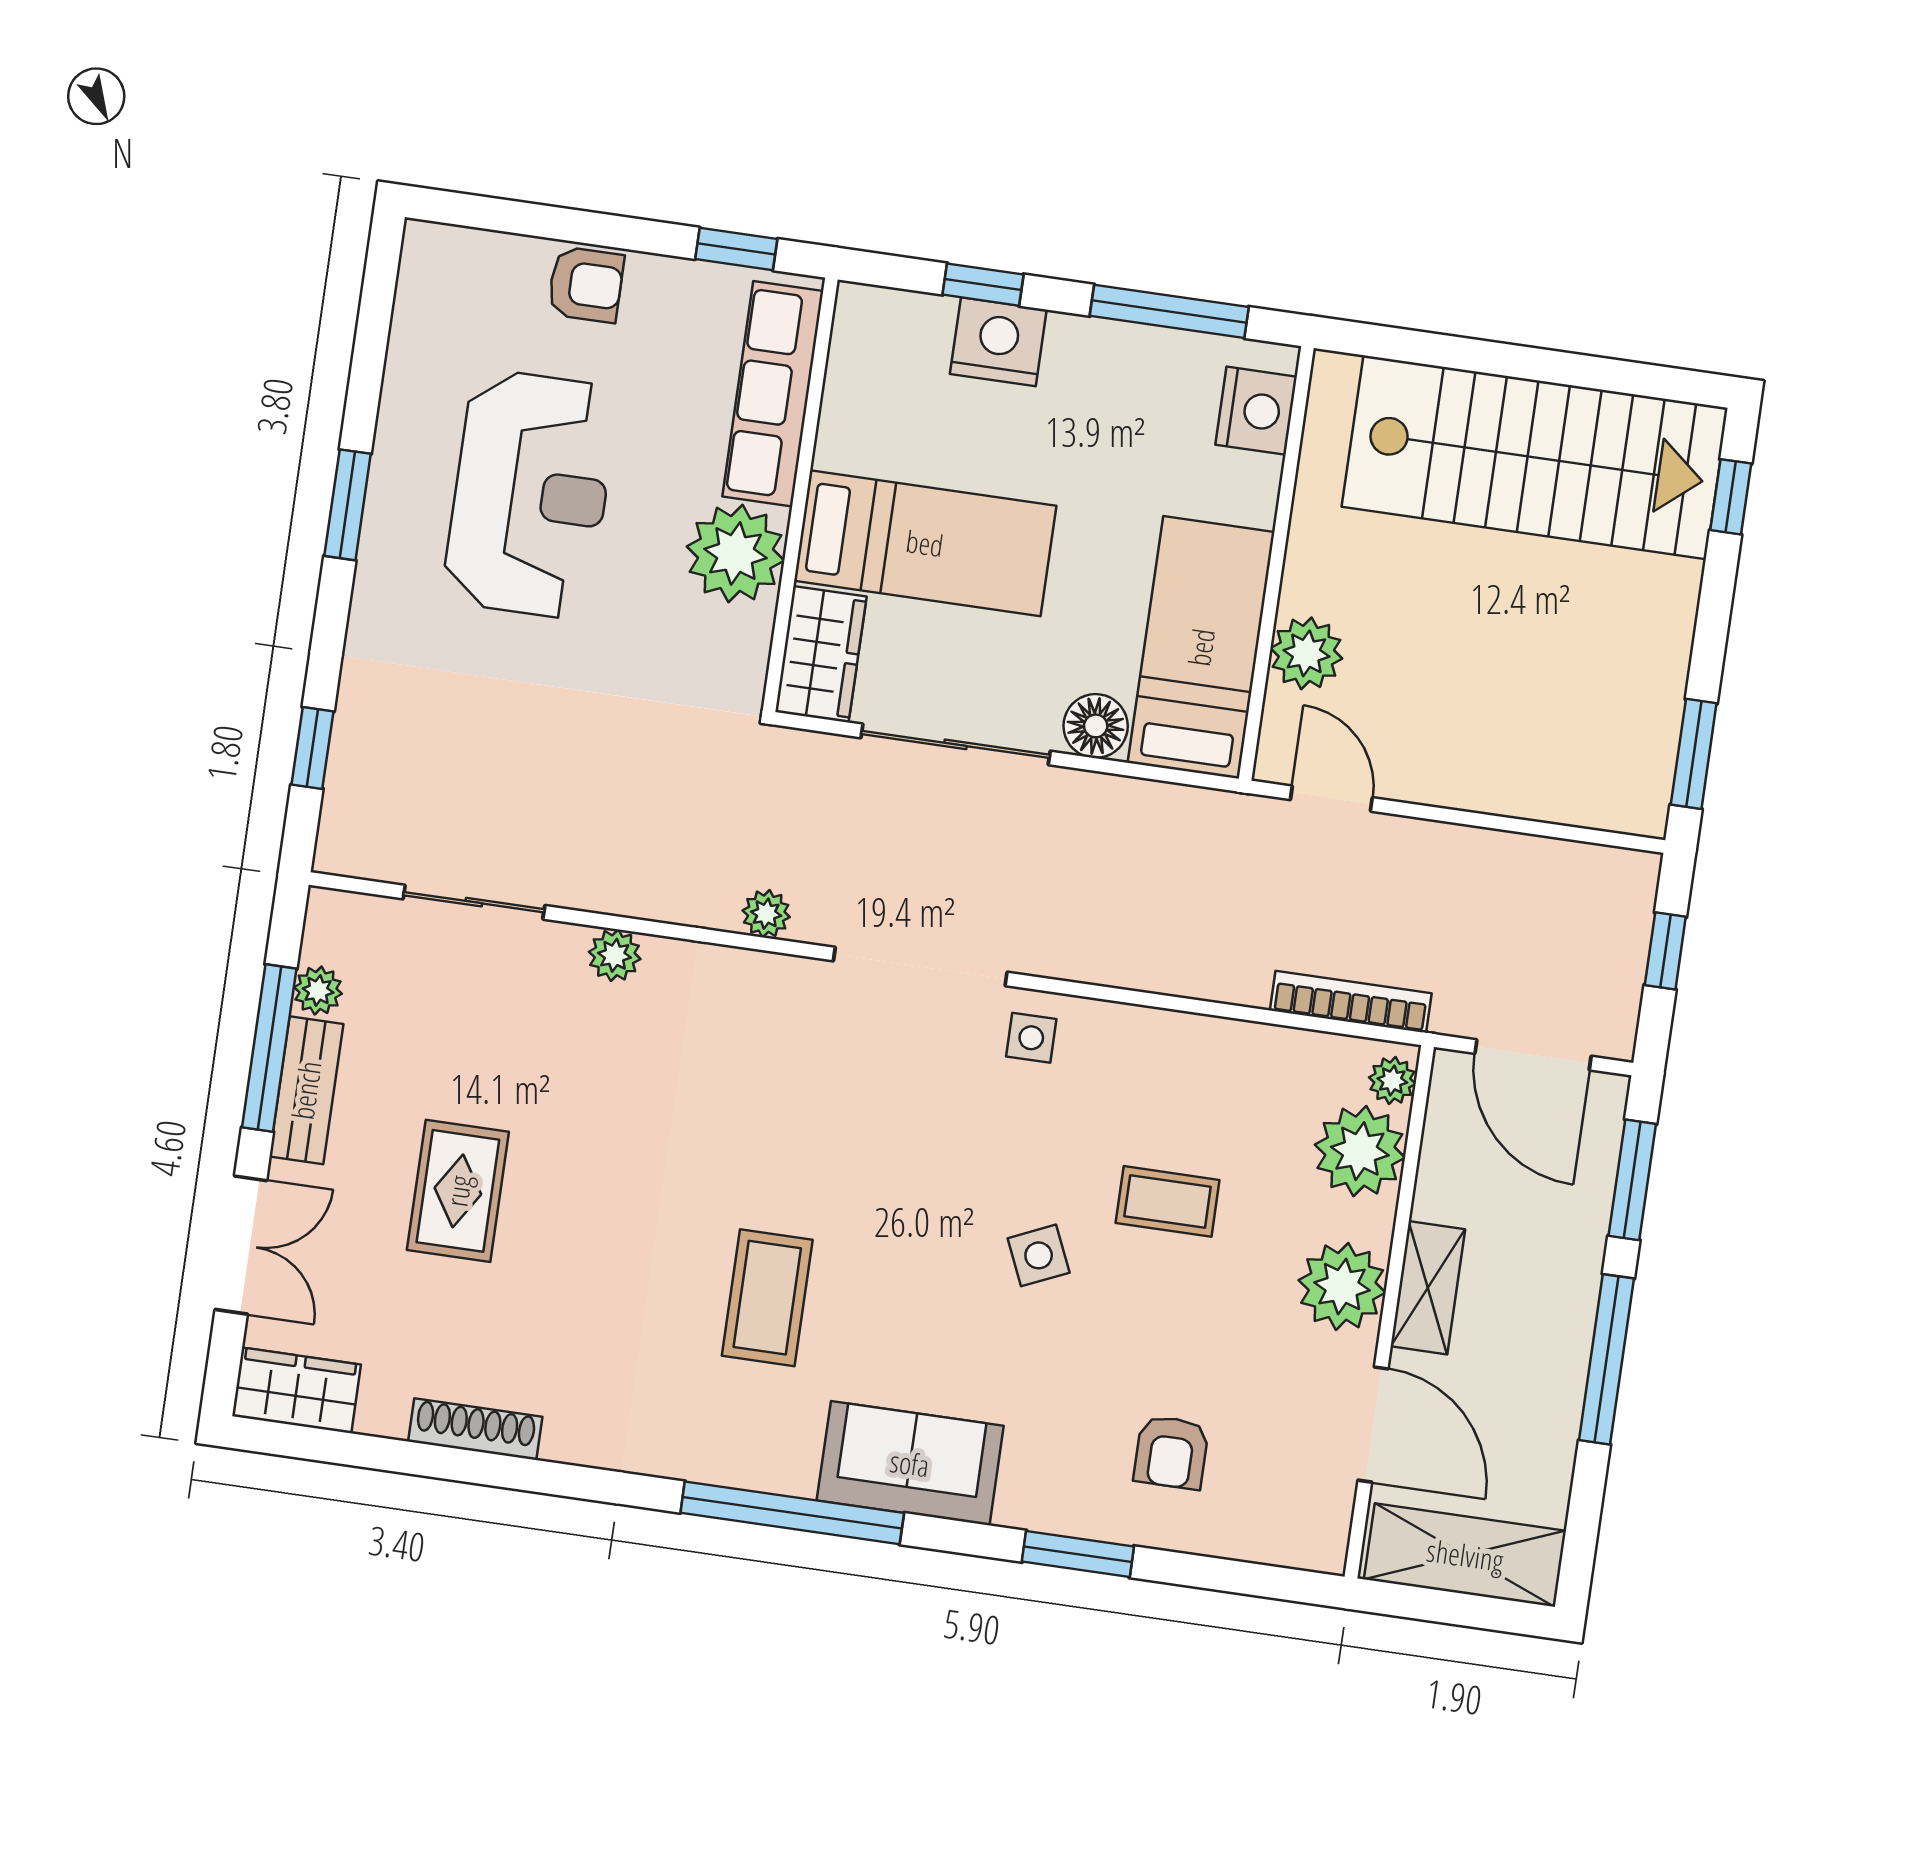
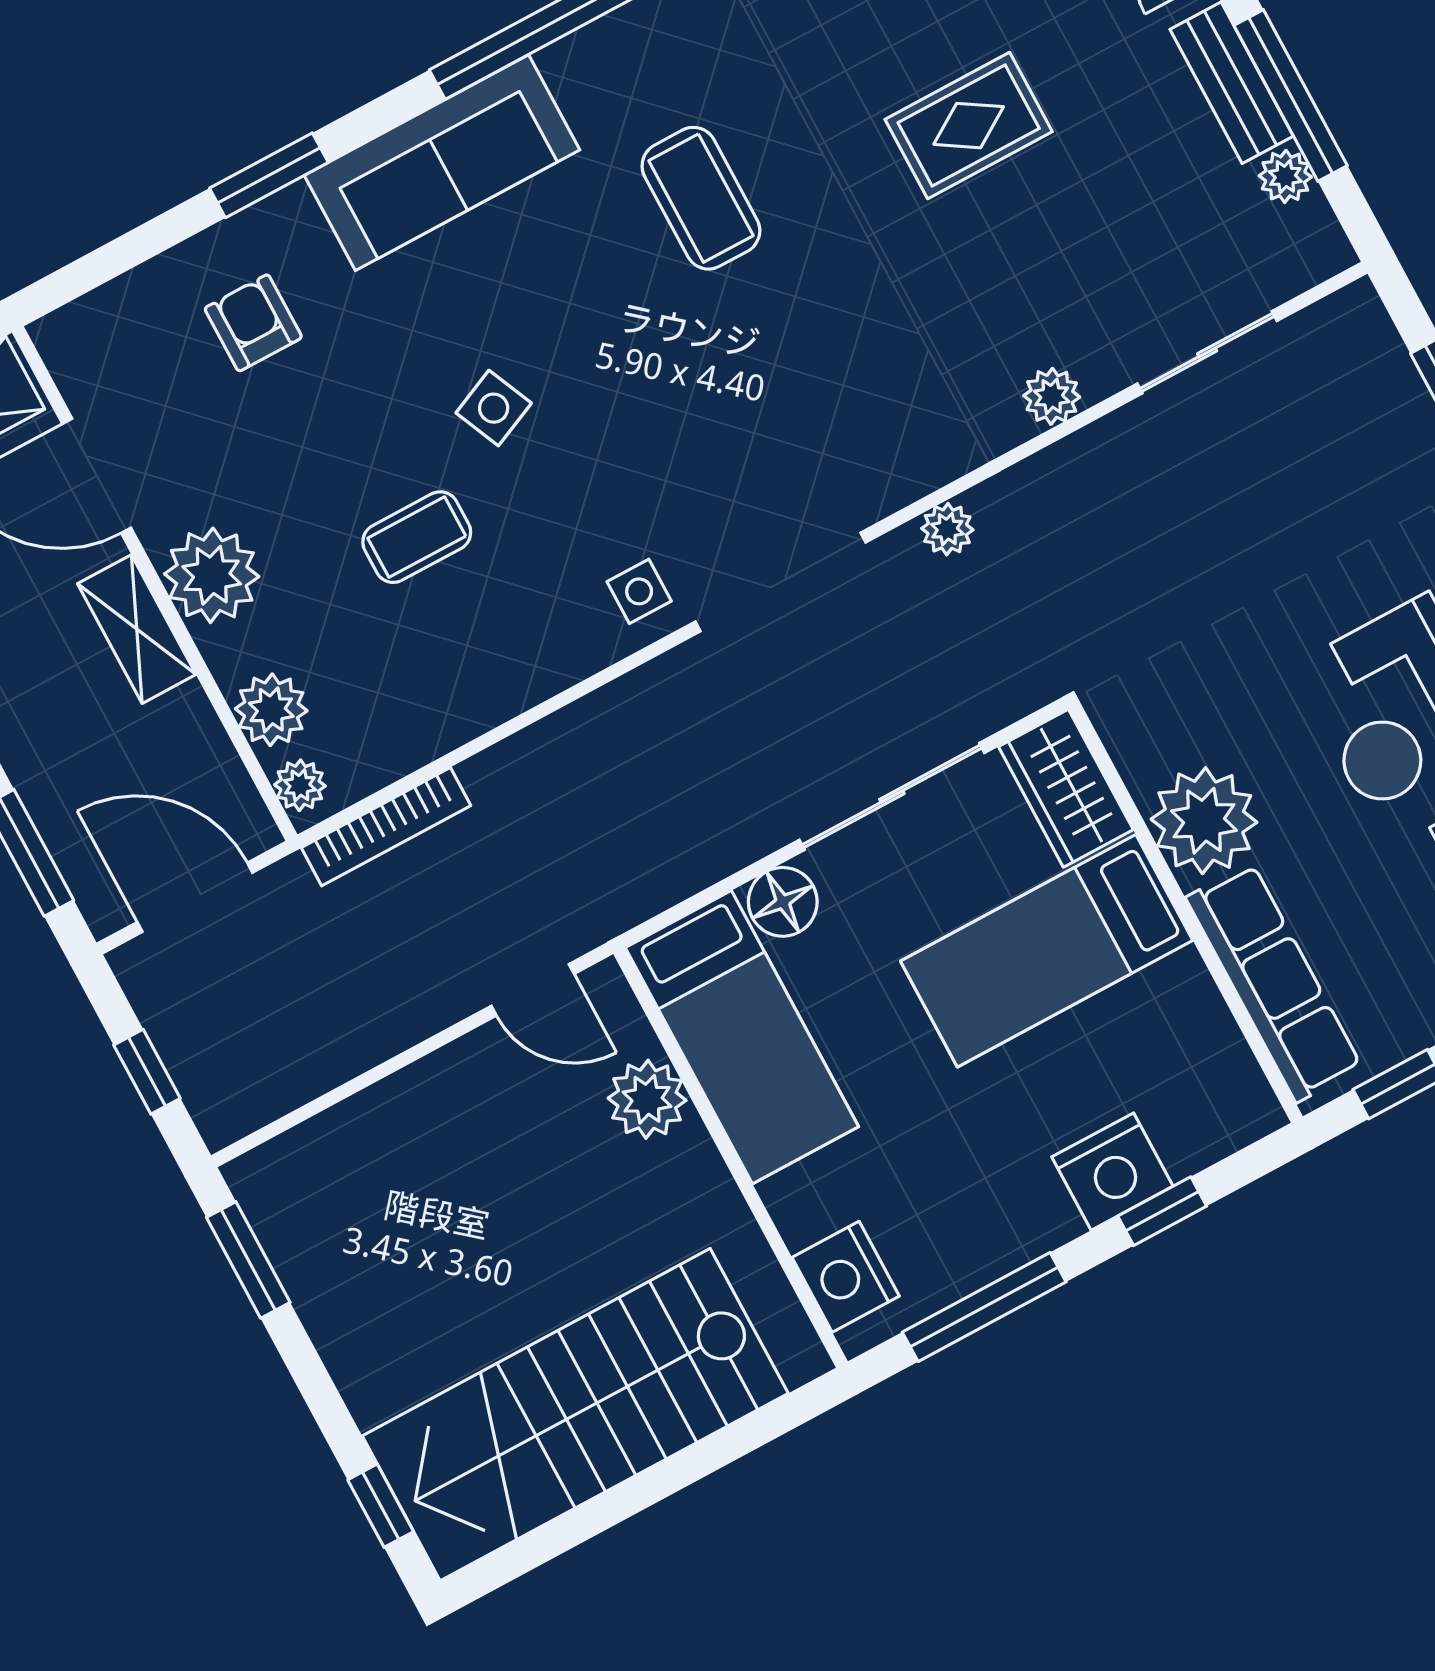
plant: (1360, 1151) -> (271, 710), width x0.73, depth x0.73
rug: (458, 1191) -> (969, 126), moved, turned 90
sofa: (910, 1463) -> (442, 163), width x1.36

